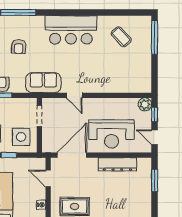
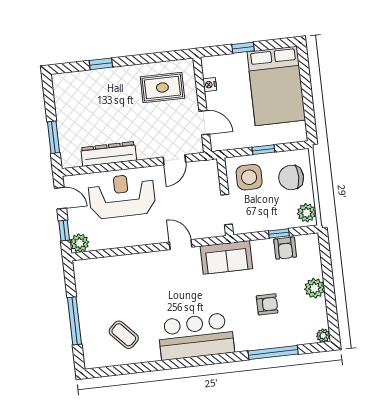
window: (155, 37) -> (74, 321), moved
armchair: (19, 47) -> (267, 304), turned 86
door: (72, 155) -> (174, 160), width x0.53

